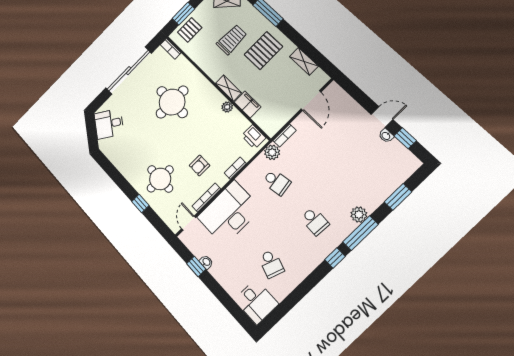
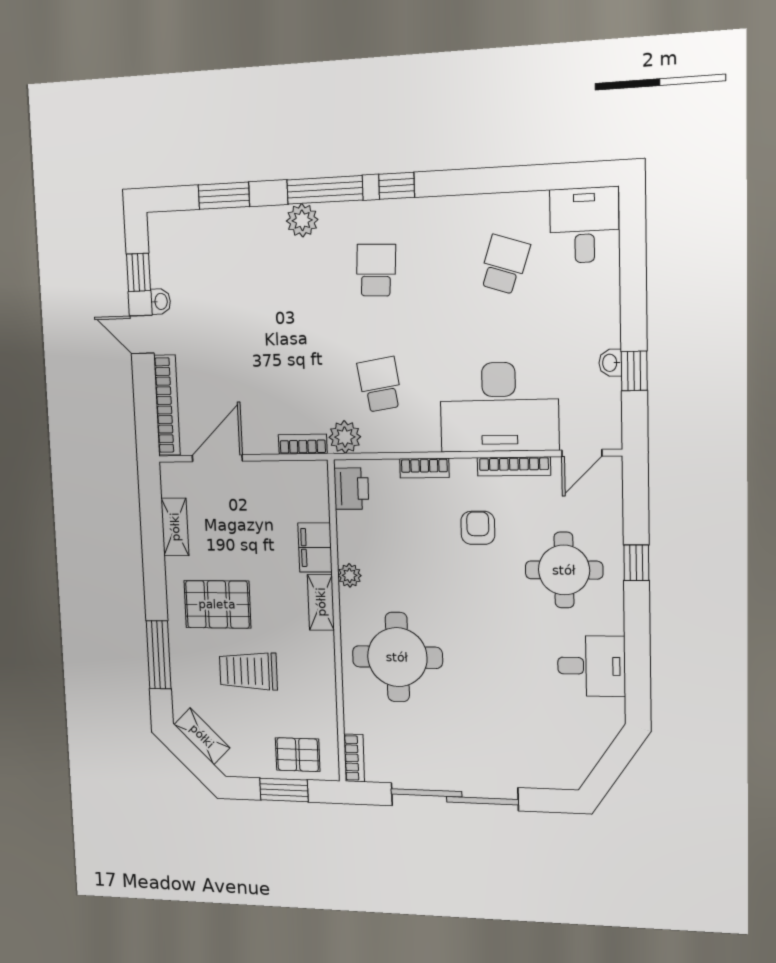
bookcase: (348, 101) -> (167, 405), added
round table: (172, 102) -> (397, 657), moved
desk: (109, 124) -> (591, 666), moved, turned -34
armchair: (200, 165) -> (478, 528), turned -90

